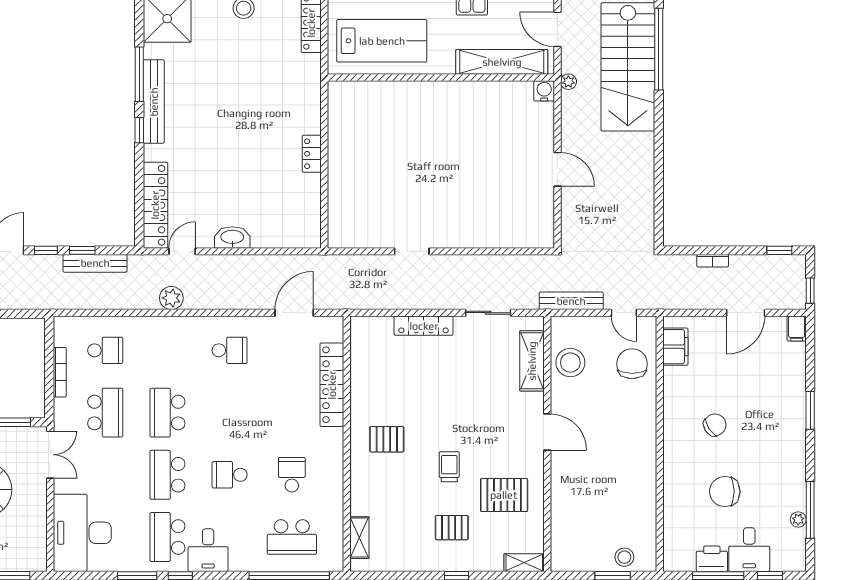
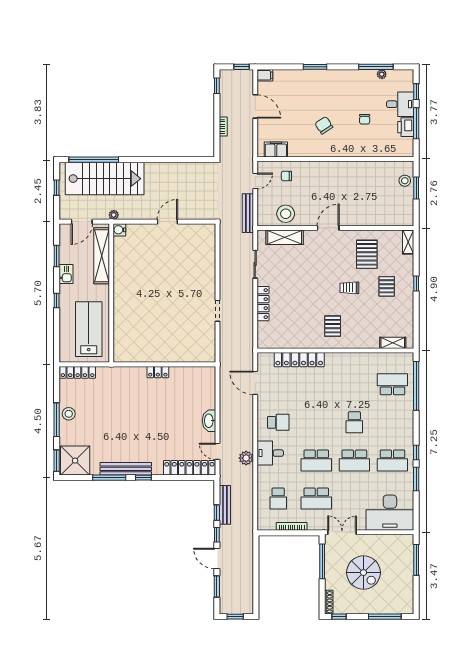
school desk: (105, 350) -> (278, 499), turned 180
school desk: (230, 350) -> (278, 422), turned 90
chair: (632, 364) -> (286, 176), width x0.54, depth x0.54
school desk: (105, 413) -> (316, 499), turned 180
school desk: (292, 475) -> (354, 384), removed
chair: (725, 492) -> (365, 119), width x0.54, depth x0.54
school desk: (292, 537) -> (392, 384), turned -90
desk: (208, 550) -> (270, 453), moved, turned 180

